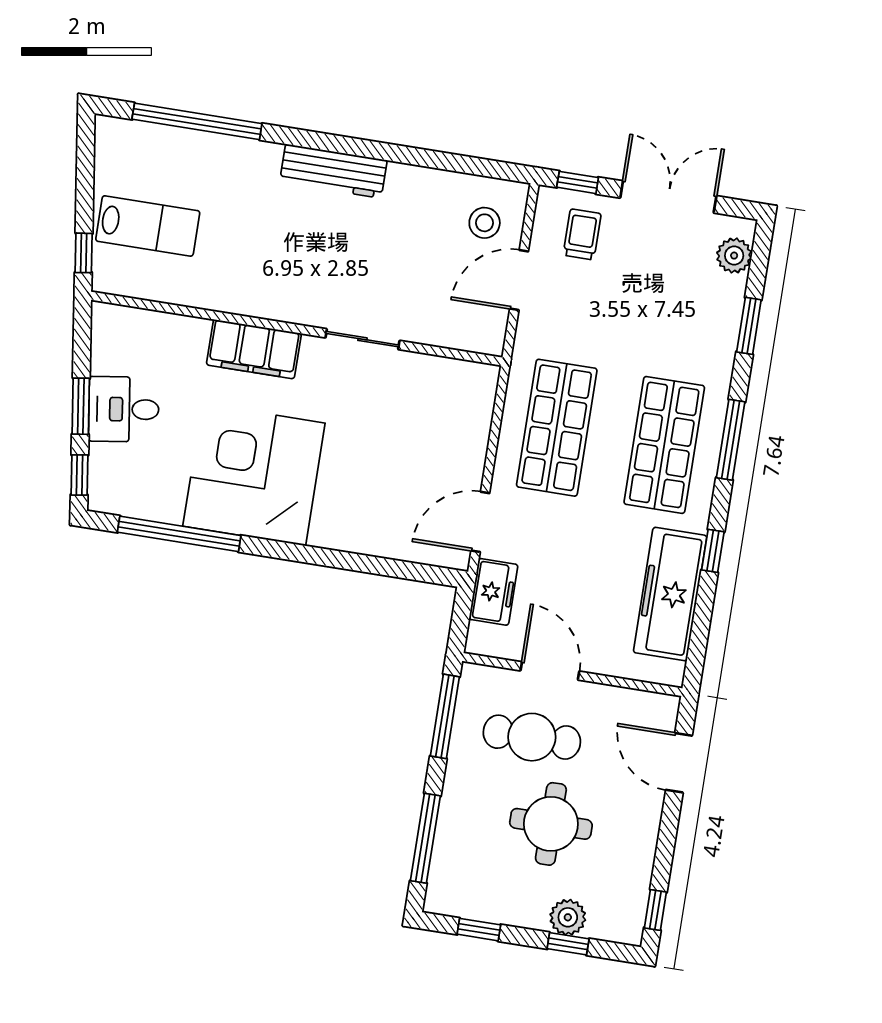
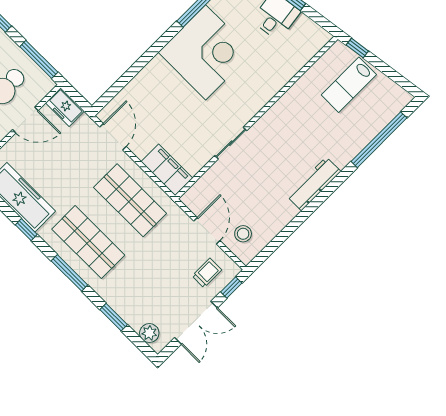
trolley: (582, 234) -> (207, 273), turned -90
filing cabinet: (254, 349) -> (167, 170), moved, turned 90
freezer: (493, 592) -> (65, 107), moved

